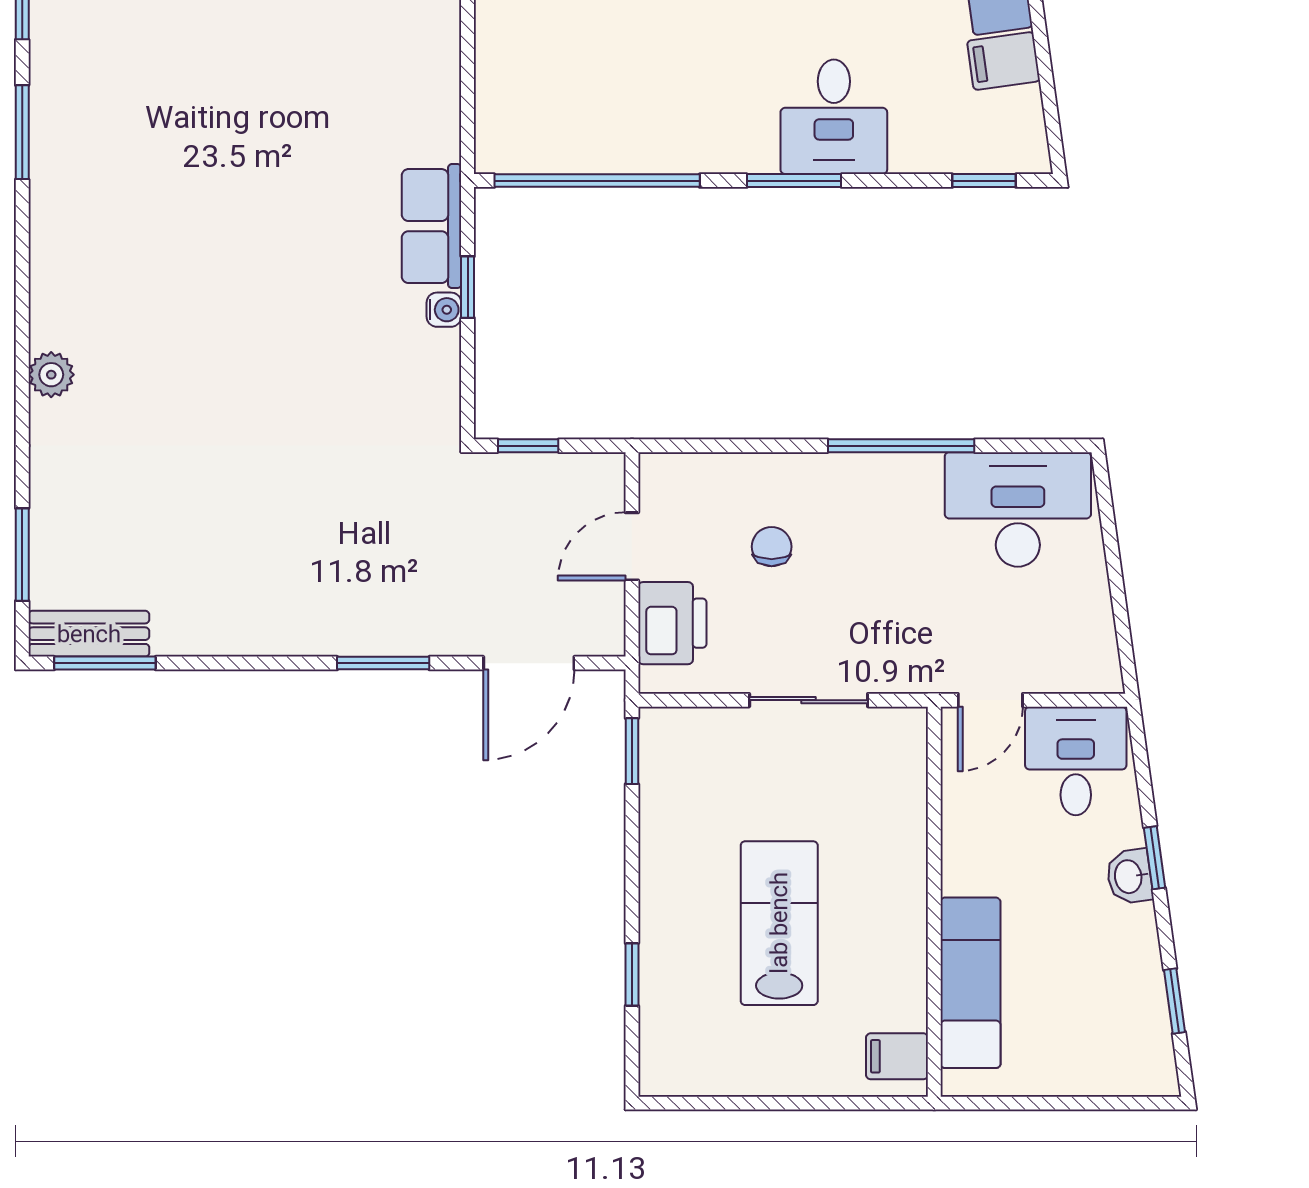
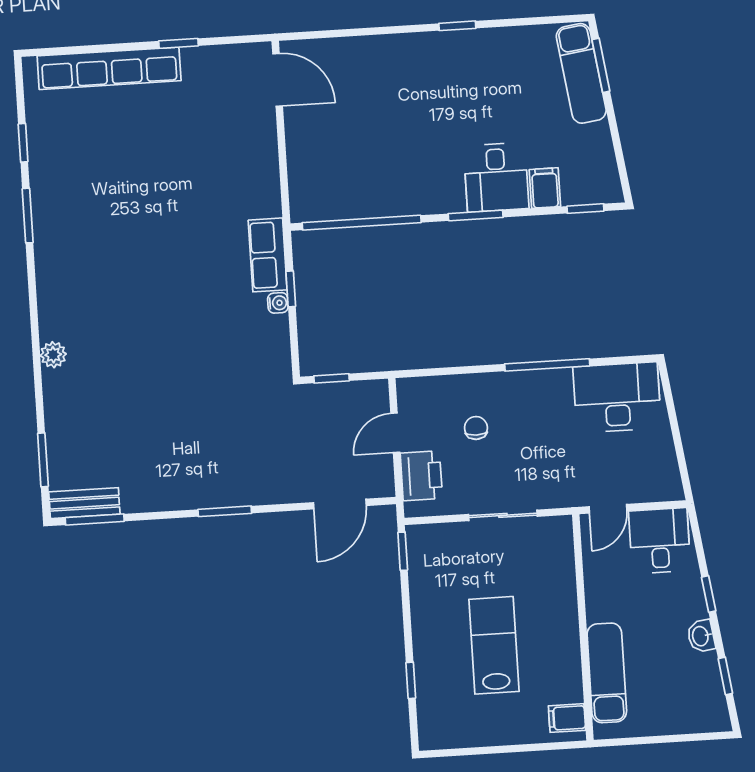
filing cabinet: (1004, 61) -> (545, 188), moved, turned 98
window: (383, 663) -> (225, 511), moved
washbasin: (1129, 876) -> (701, 636), moved

